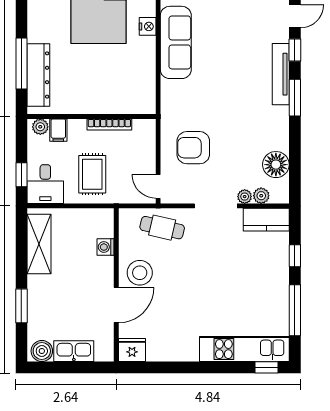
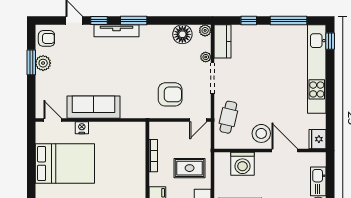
armchair: (193, 148) -> (170, 94), turned -90
plant: (261, 196) -> (205, 30), moved
washing machine: (106, 247) -> (242, 164), width x1.89, depth x1.89
kitchen unit: (244, 349) -> (317, 69), width x1.36

